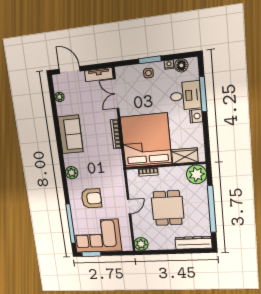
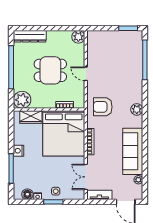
double door: (116, 94) -> (86, 177), swing flipped
desk: (185, 96) -> (26, 169), removed
sofa: (70, 134) -> (133, 151), width x1.36
armchair: (91, 198) -> (103, 107), moved
door: (129, 207) -> (86, 74), hinge flipped
dining table: (168, 208) -> (50, 70), turned 90
corner sofa: (97, 236) -> (120, 46), removed

